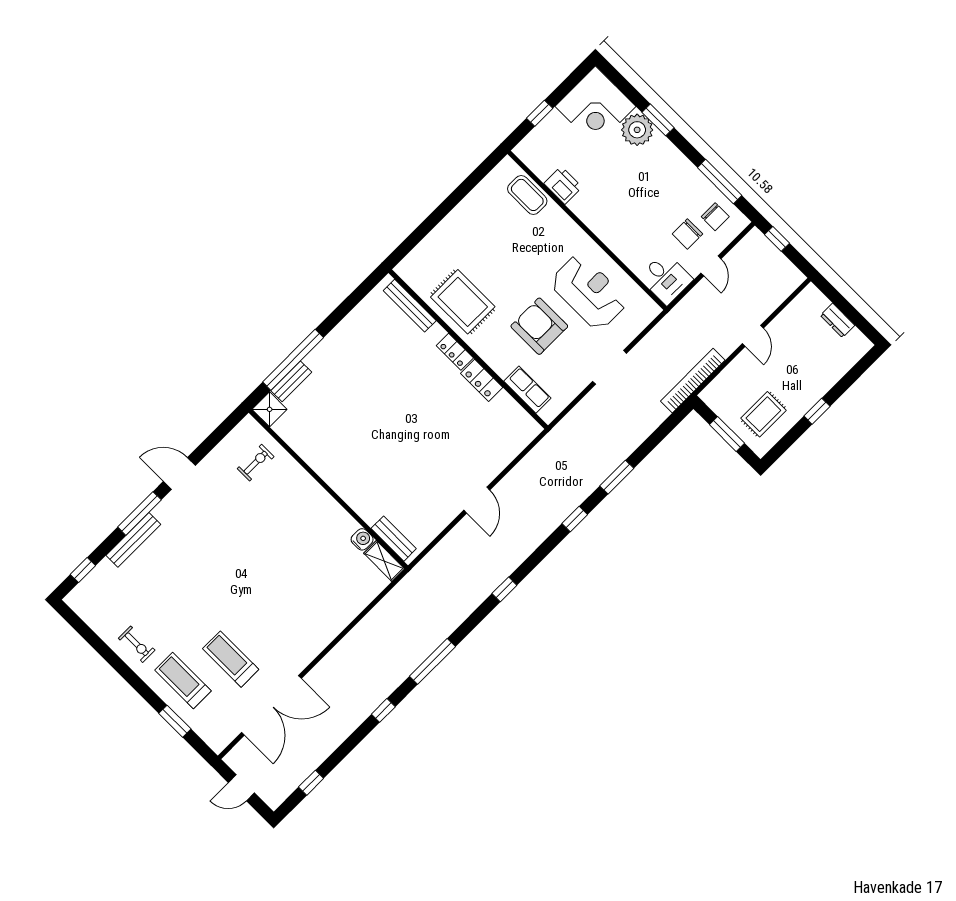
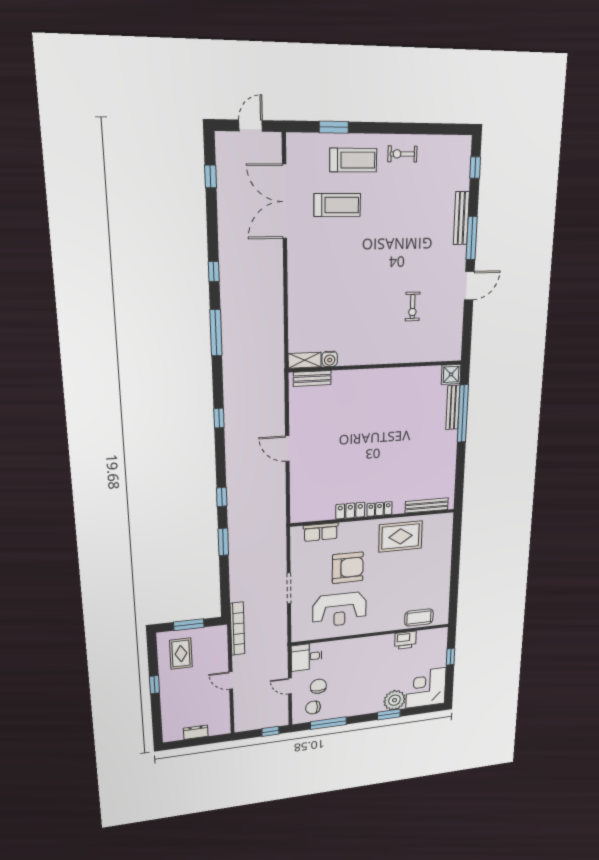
bench: (291, 381) -> (453, 407), width x1.36
exercise bike: (256, 463) -> (413, 307), moved

